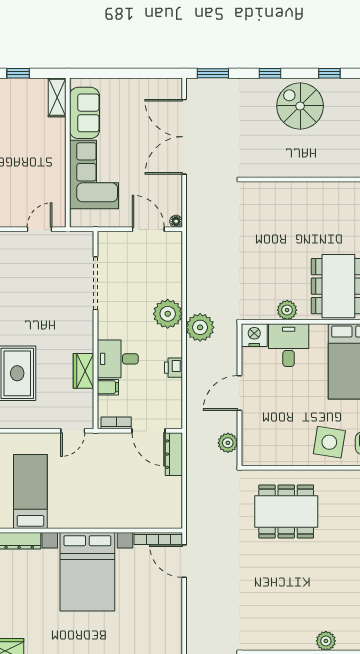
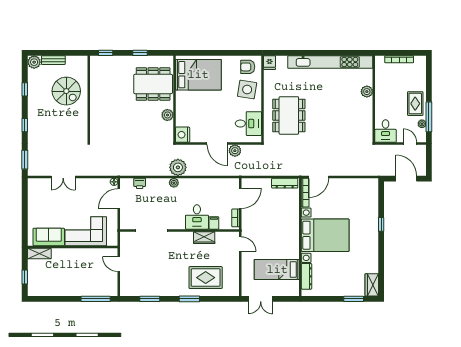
spiral stairs: (300, 106) -> (66, 91), moved, turned -90
double door: (184, 137) -> (63, 177), width x0.54
plant: (168, 314) -> (174, 183), width x0.53, depth x0.53
desk: (289, 345) -> (248, 124), moved, turned 180
printer: (173, 368) -> (140, 183), moved
plant: (228, 443) -> (235, 151), moved
dresser: (174, 454) -> (285, 183), moved

